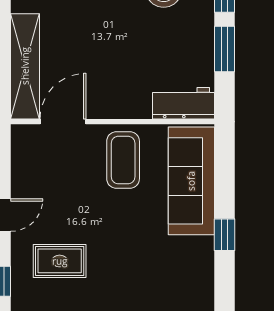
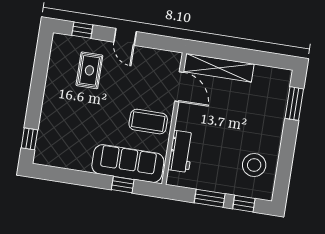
workbench: (183, 103) -> (181, 151), moved
window: (224, 235) -> (123, 185), moved

